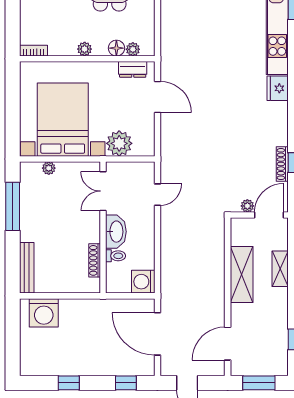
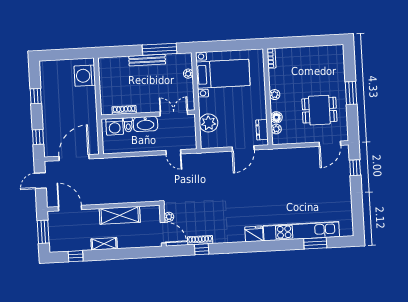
bed with nightstands: (63, 120) -> (223, 74), width x0.73
bench: (27, 268) -> (147, 60), moved
shelving: (280, 269) -> (104, 244), moved
washing machine: (143, 282) -> (115, 127), moved, turned 180

